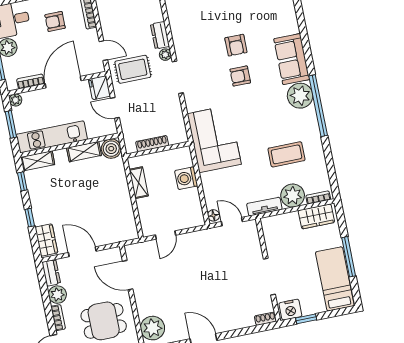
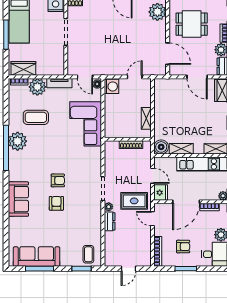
sofa: (292, 59) -> (18, 199), moved
plant: (300, 96) -> (18, 141), moved
corner sofa: (214, 139) -> (86, 124), moved
washing machine: (186, 178) -> (111, 86), moved

